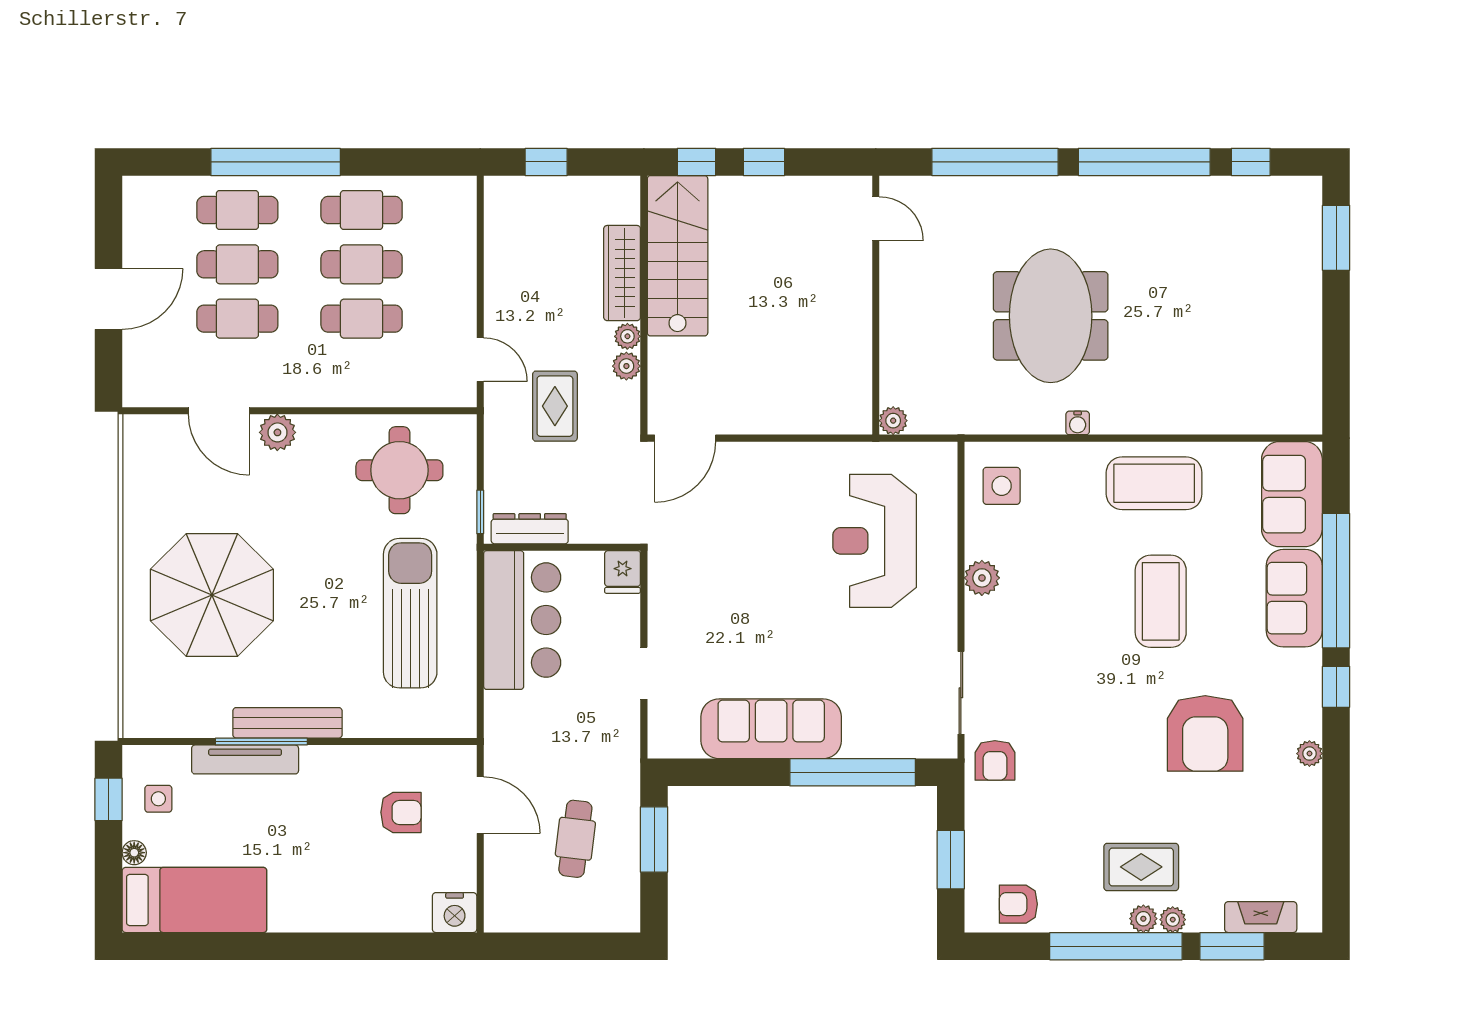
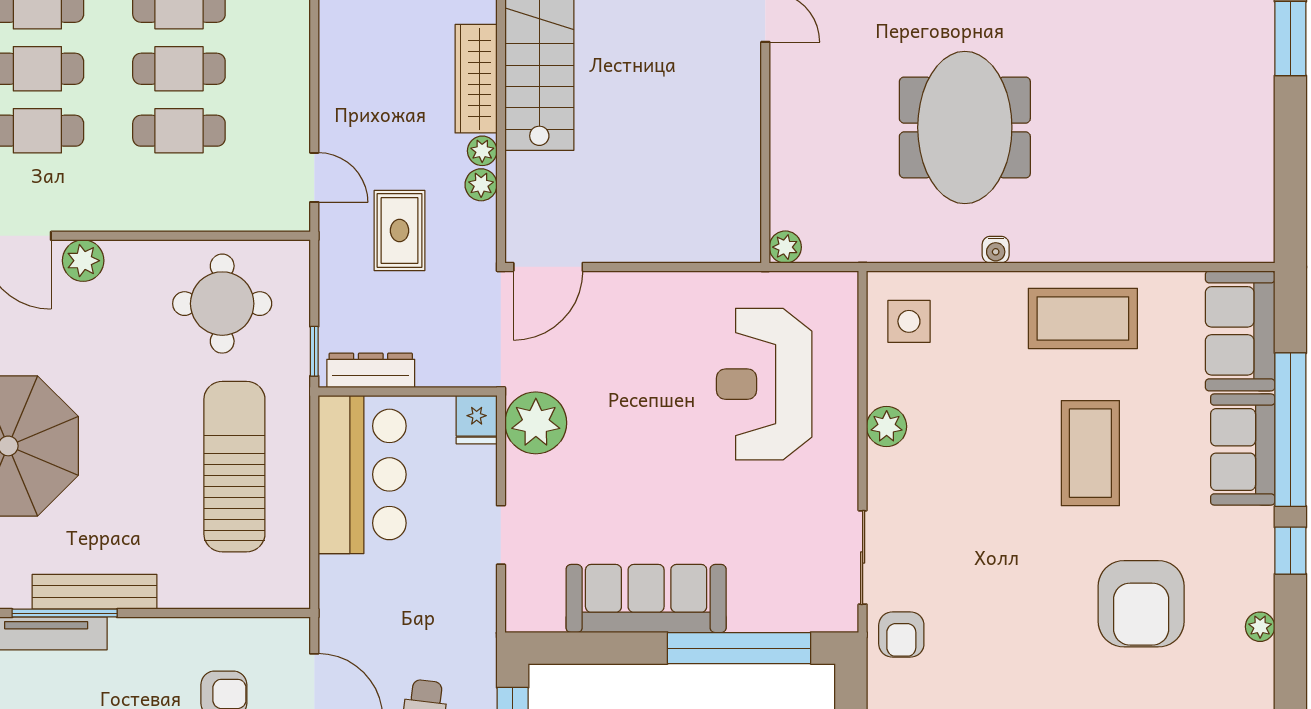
plant: (674, 575) -> (536, 423), added

